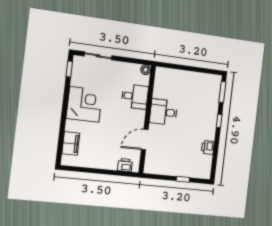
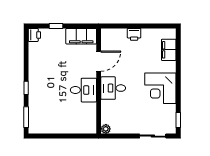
desk: (135, 97) -> (113, 88), moved
printer: (208, 147) -> (34, 35), moved
printer: (125, 165) -> (134, 34), moved
filing cabinet: (159, 167) -> (81, 36), added

